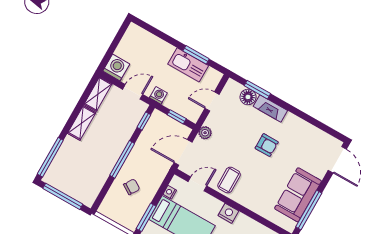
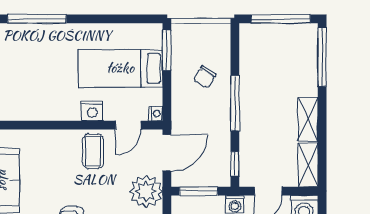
window: (177, 117) -> (198, 191), width x1.50
plant: (205, 133) -> (146, 191), width x1.88, depth x1.88
nightstand: (170, 192) -> (156, 114), moved
nightstand: (228, 213) -> (92, 111), moved

